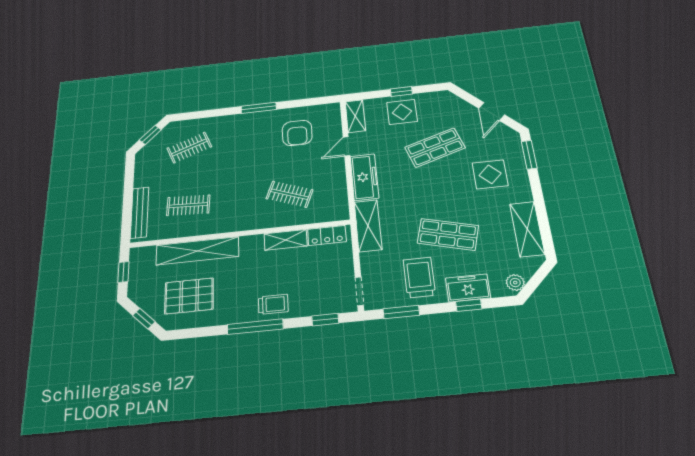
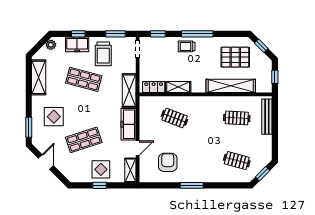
clothes rail: (189, 147) -> (237, 161), turned 36

